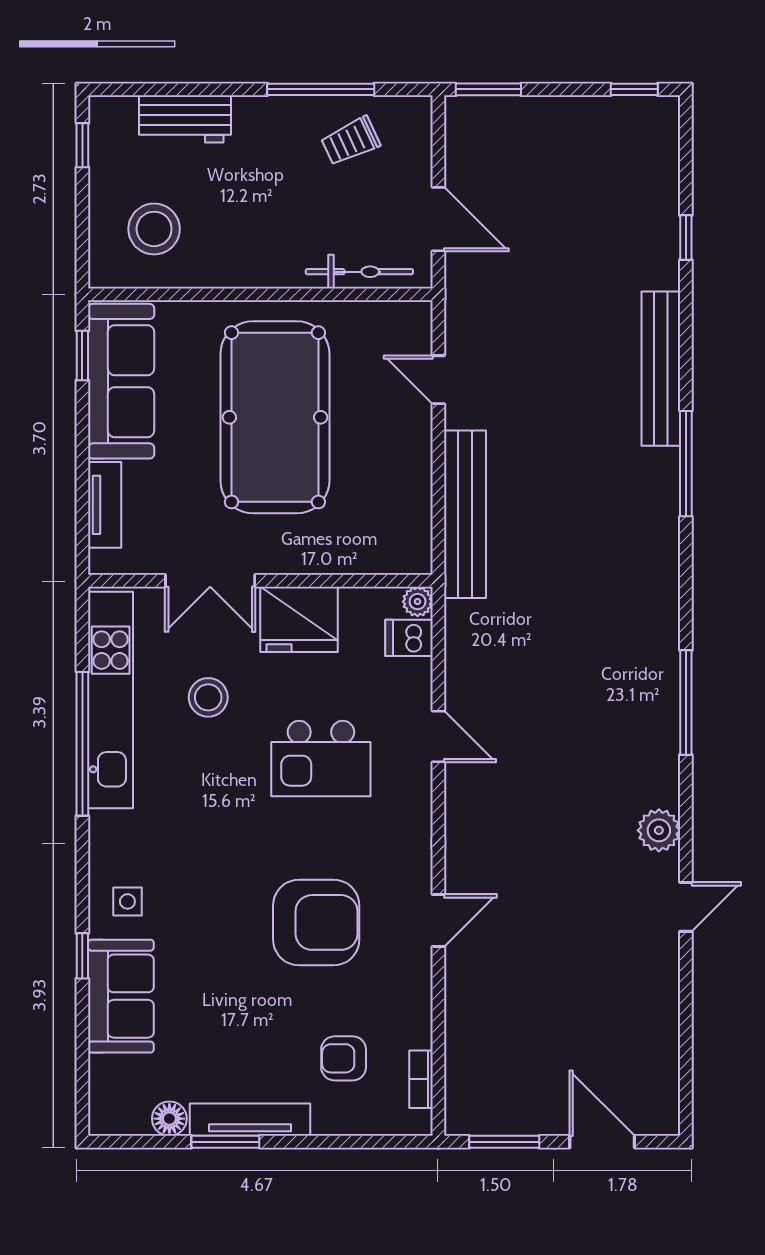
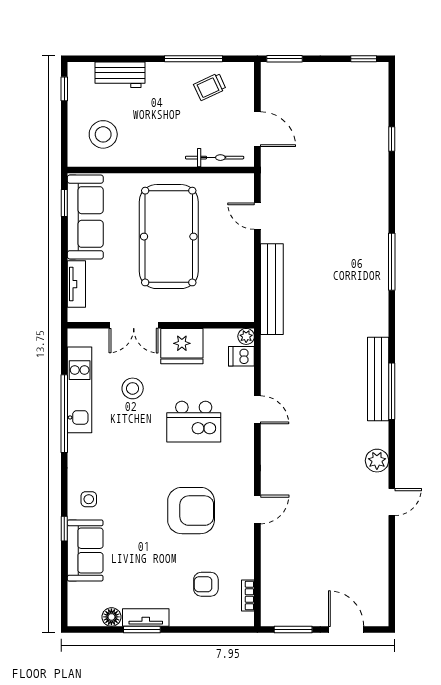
bench: (661, 369) -> (378, 379), moved
kitchen unit: (111, 700) -> (80, 390), width x0.73
tv unit: (250, 1120) -> (146, 617), width x0.71

